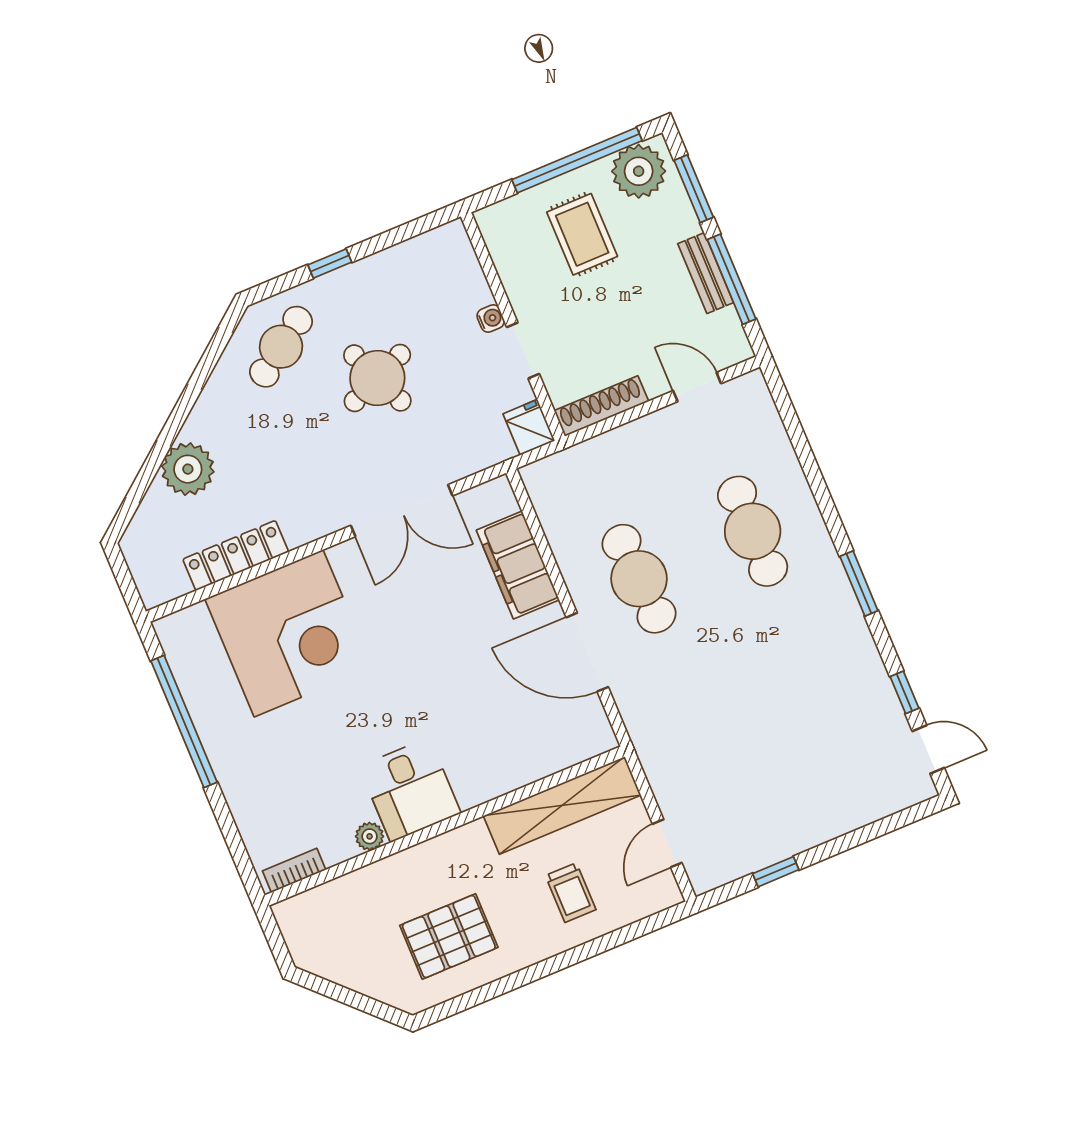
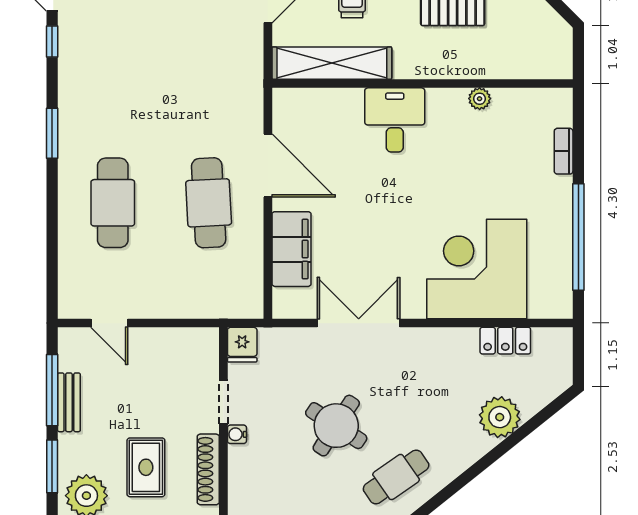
round table: (377, 378) -> (336, 426), turned -34
shoe rack: (601, 406) -> (208, 469), moved, turned 90
locker: (236, 556) -> (505, 341), width x0.66
desk: (410, 790) -> (395, 120), moved
bookcase: (294, 870) -> (564, 151), moved, turned 90

